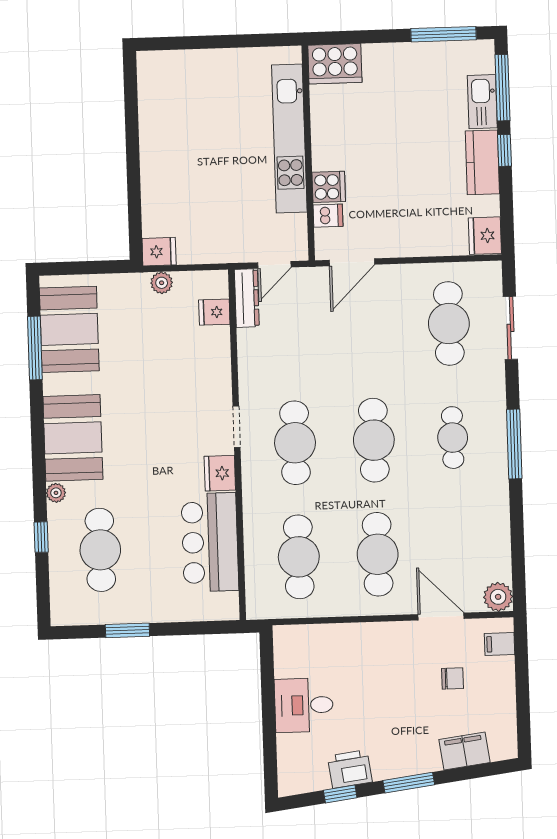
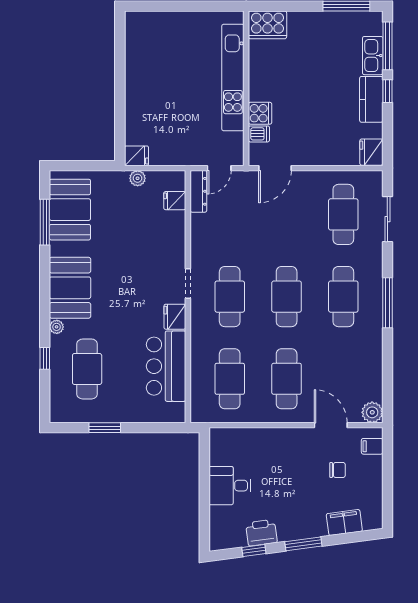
cafe table: (453, 438) -> (343, 297), width x1.37, depth x1.35

